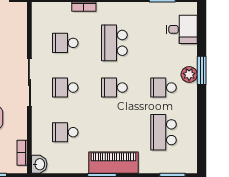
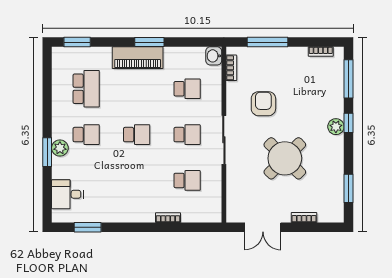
school desk: (114, 43) -> (137, 180), removed

